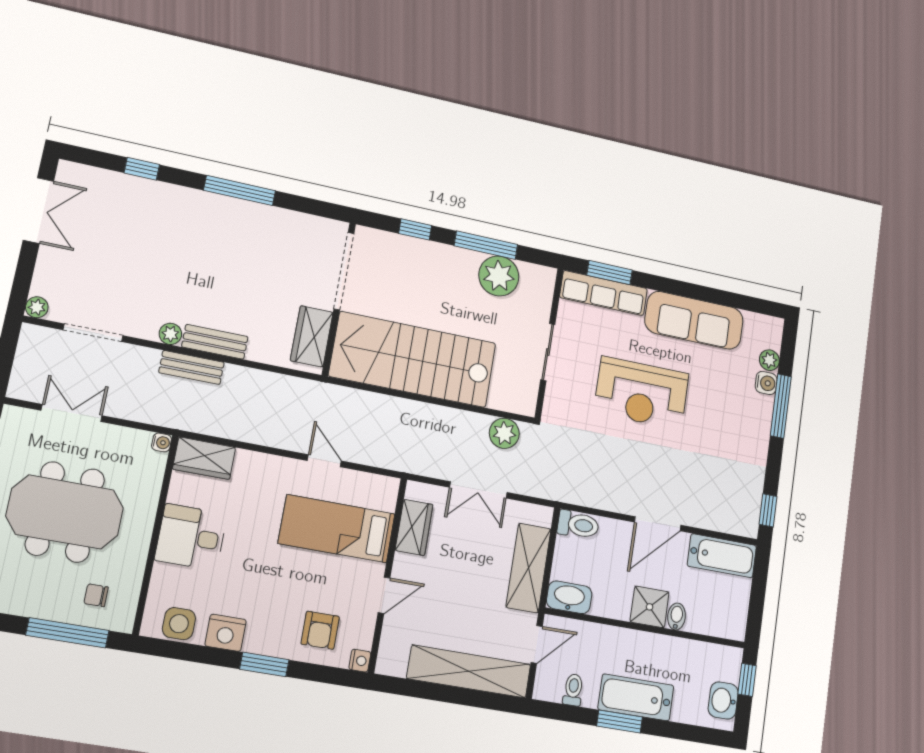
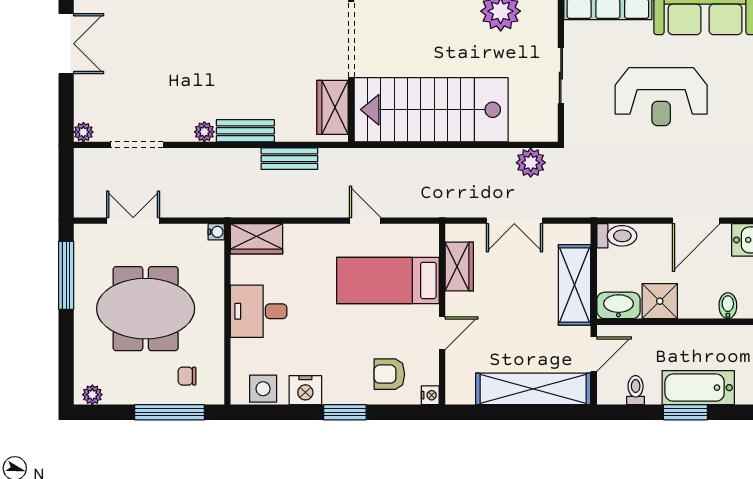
bench: (192, 367) -> (289, 159), moved
shower: (650, 607) -> (660, 301), moved
armchair: (320, 630) -> (389, 374), turned 90

